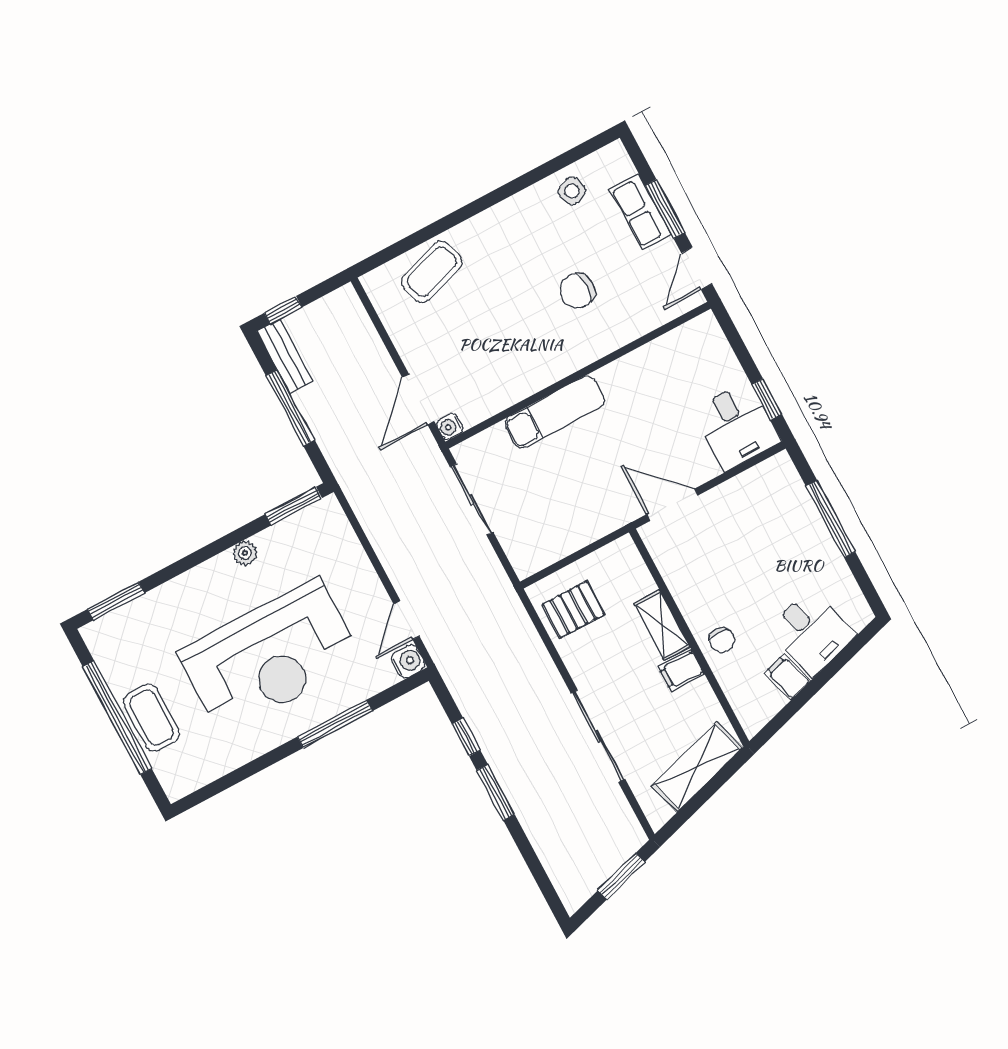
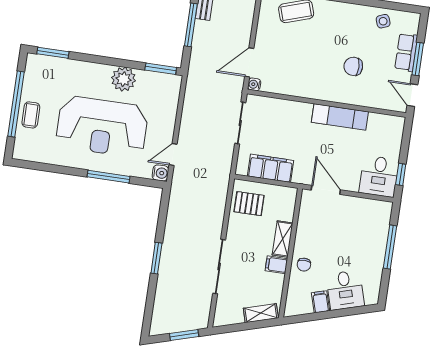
door: (697, 268) -> (412, 95), hinge flipped
exam couch: (555, 412) -> (340, 117), moved
filing cabinet: (566, 533) -> (271, 168), added
plant: (245, 553) -> (124, 79), width x1.88, depth x1.88
coffee table: (152, 718) -> (31, 115), width x0.73, depth x0.77
window: (466, 737) -> (161, 225), removed
shelving: (697, 767) -> (261, 313), width x0.67, depth x0.75

